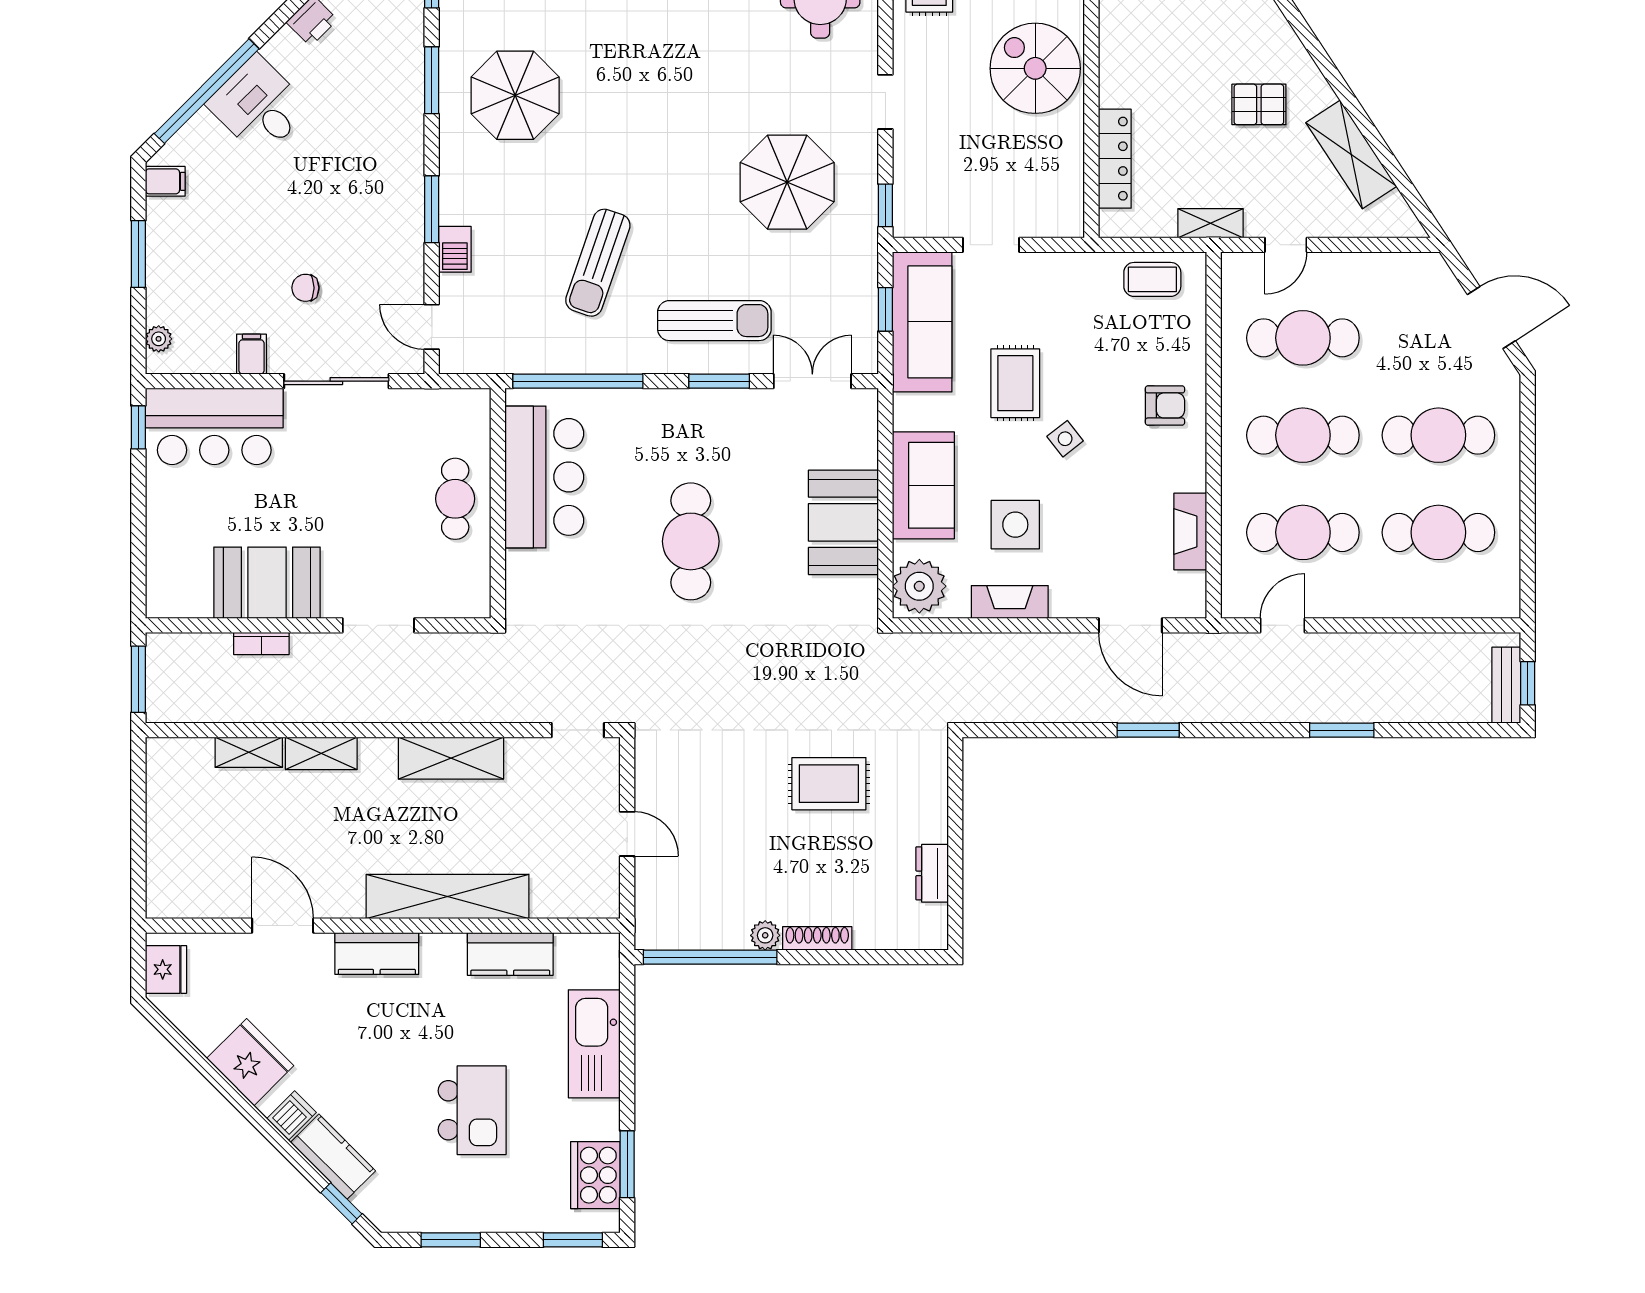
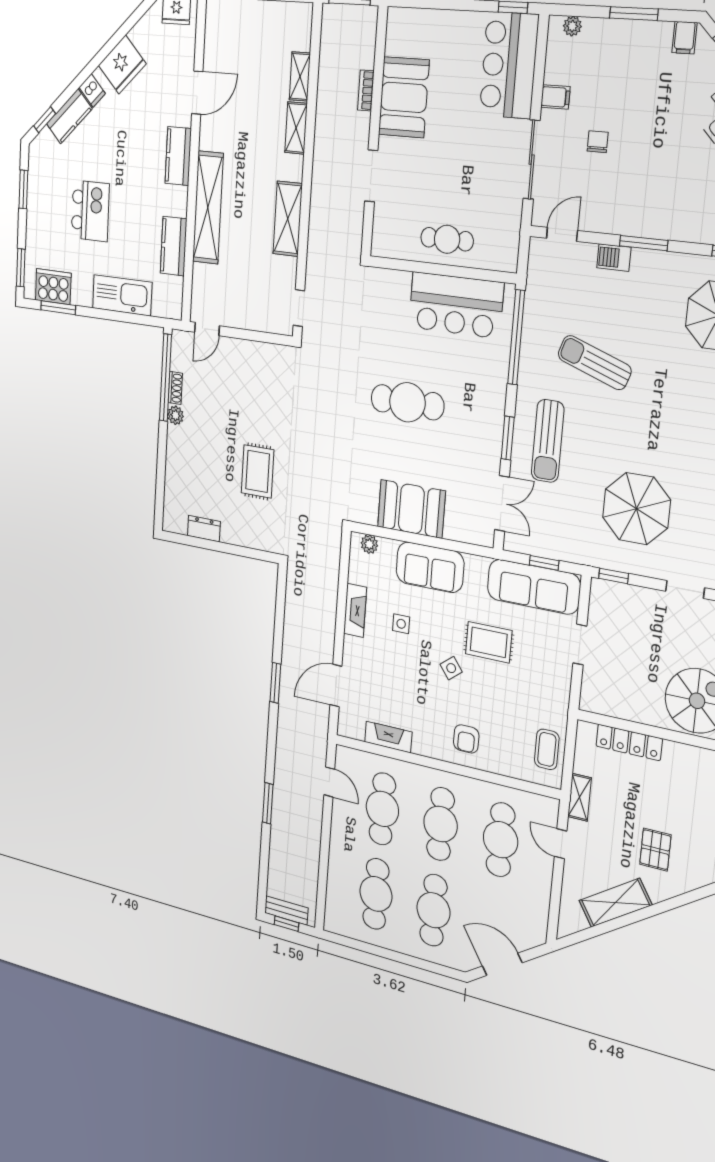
door: (1491, 318) -> (502, 964), swing flipped
side table: (1015, 525) -> (401, 624), width x0.54, depth x0.54
plant: (919, 586) -> (369, 544), width x0.53, depth x0.53
door: (627, 834) -> (207, 329), moved
shoe rack: (817, 938) -> (175, 388), moved, width x0.70
kitchen island: (472, 1110) -> (90, 211), turned -90

